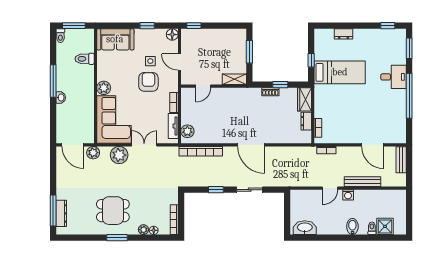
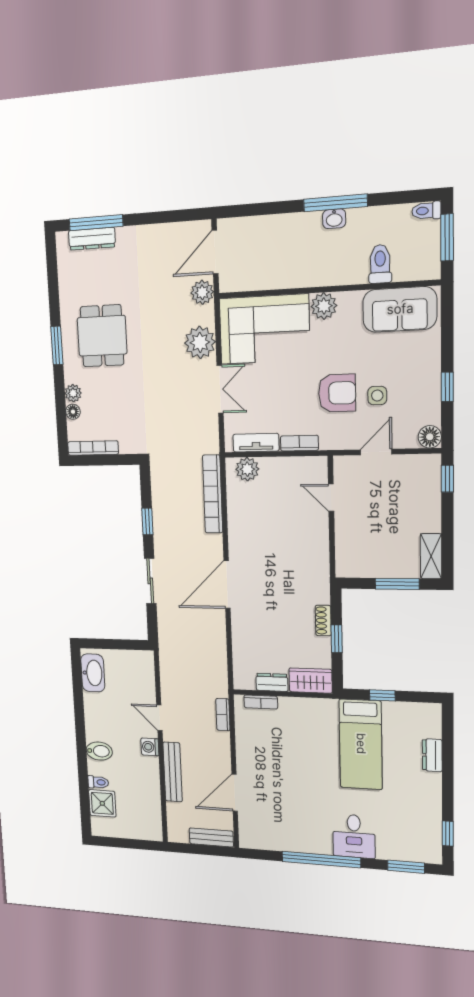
sofa: (115, 39) -> (400, 309), moved, turned -90
shelving: (234, 79) -> (431, 556), moved
washbasin: (61, 98) -> (334, 219), moved

